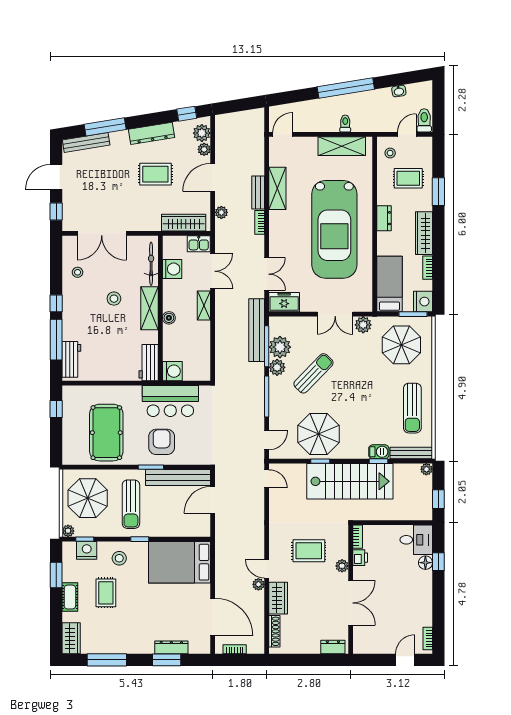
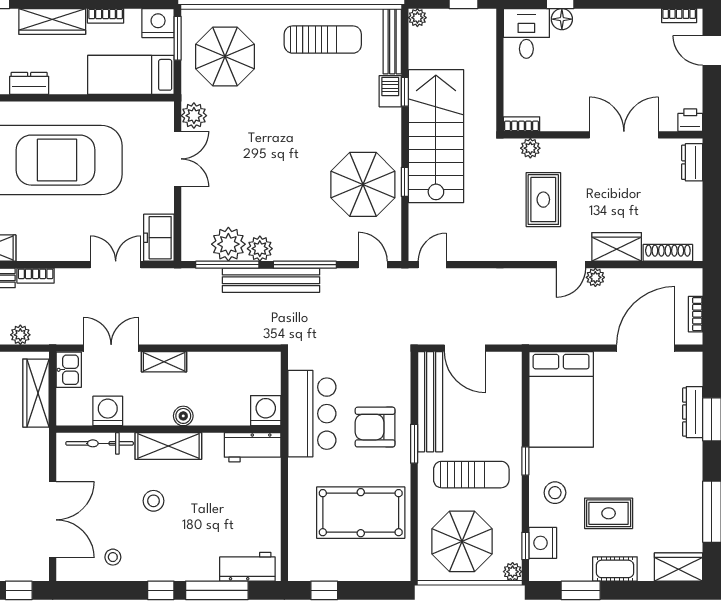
bench: (257, 330) -> (271, 280), moved
sun lounger: (313, 373) -> (269, 192), removed
printer: (360, 558) -> (690, 120), moved
plant: (342, 566) -> (530, 148), moved

